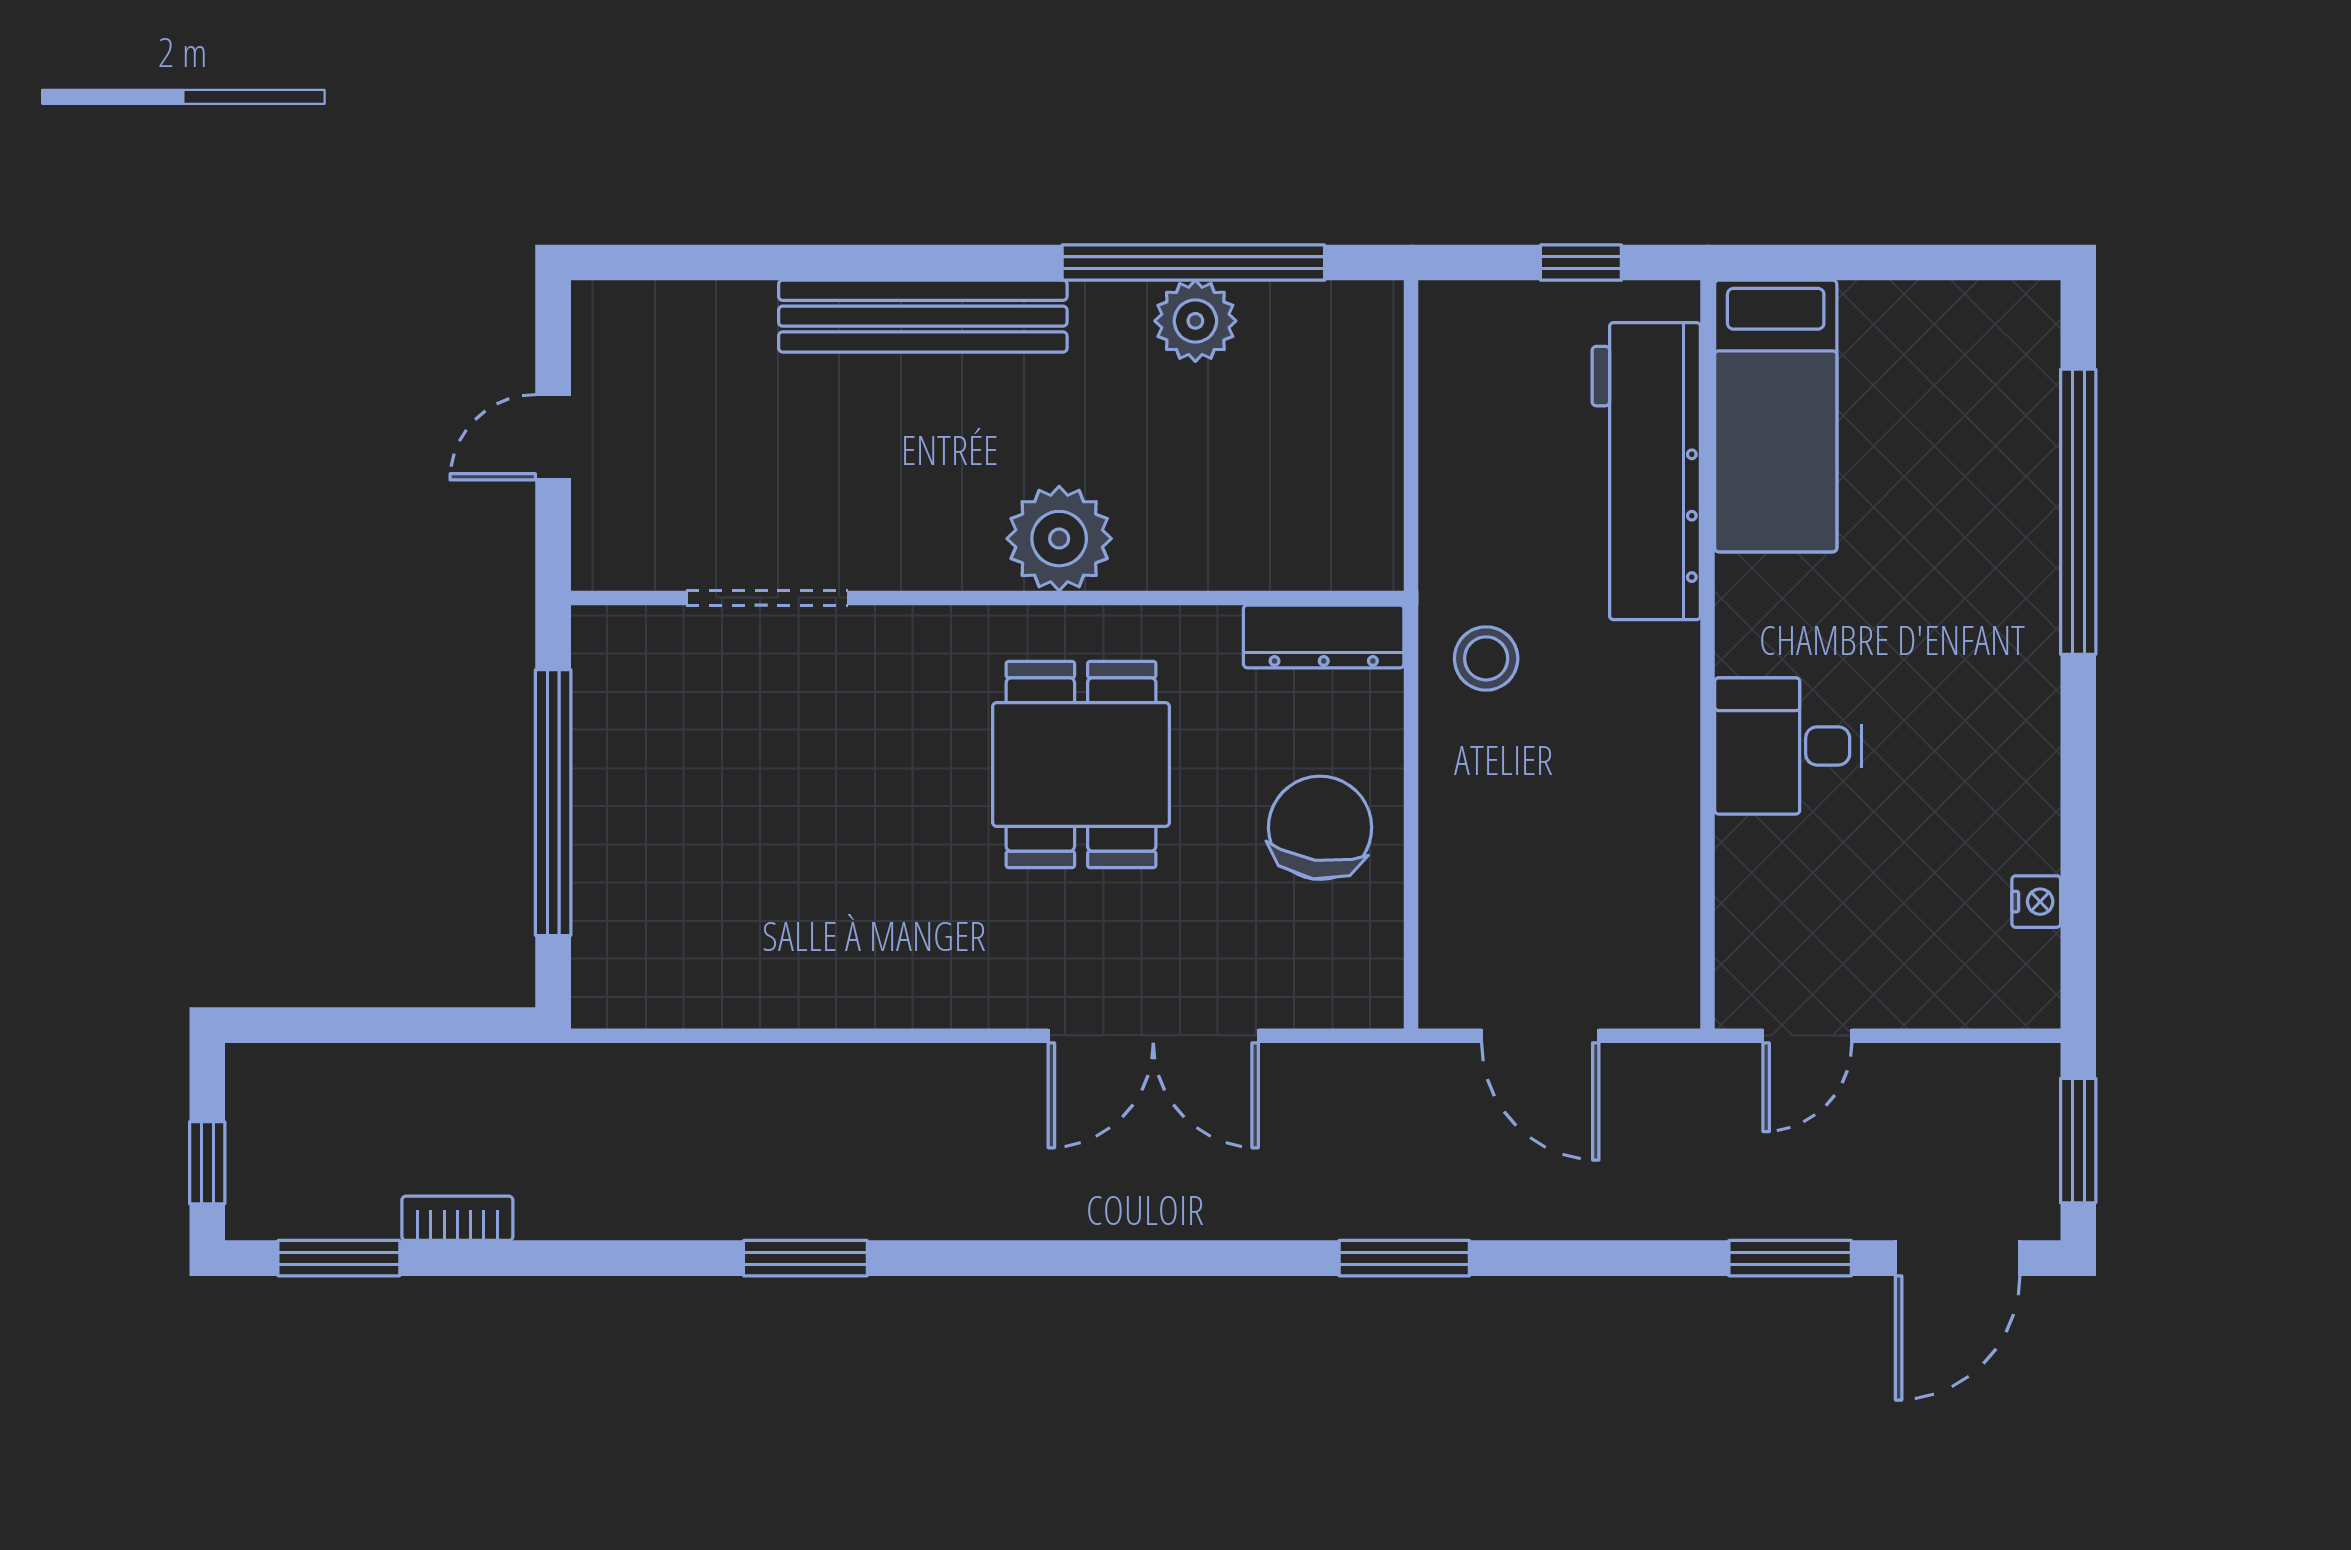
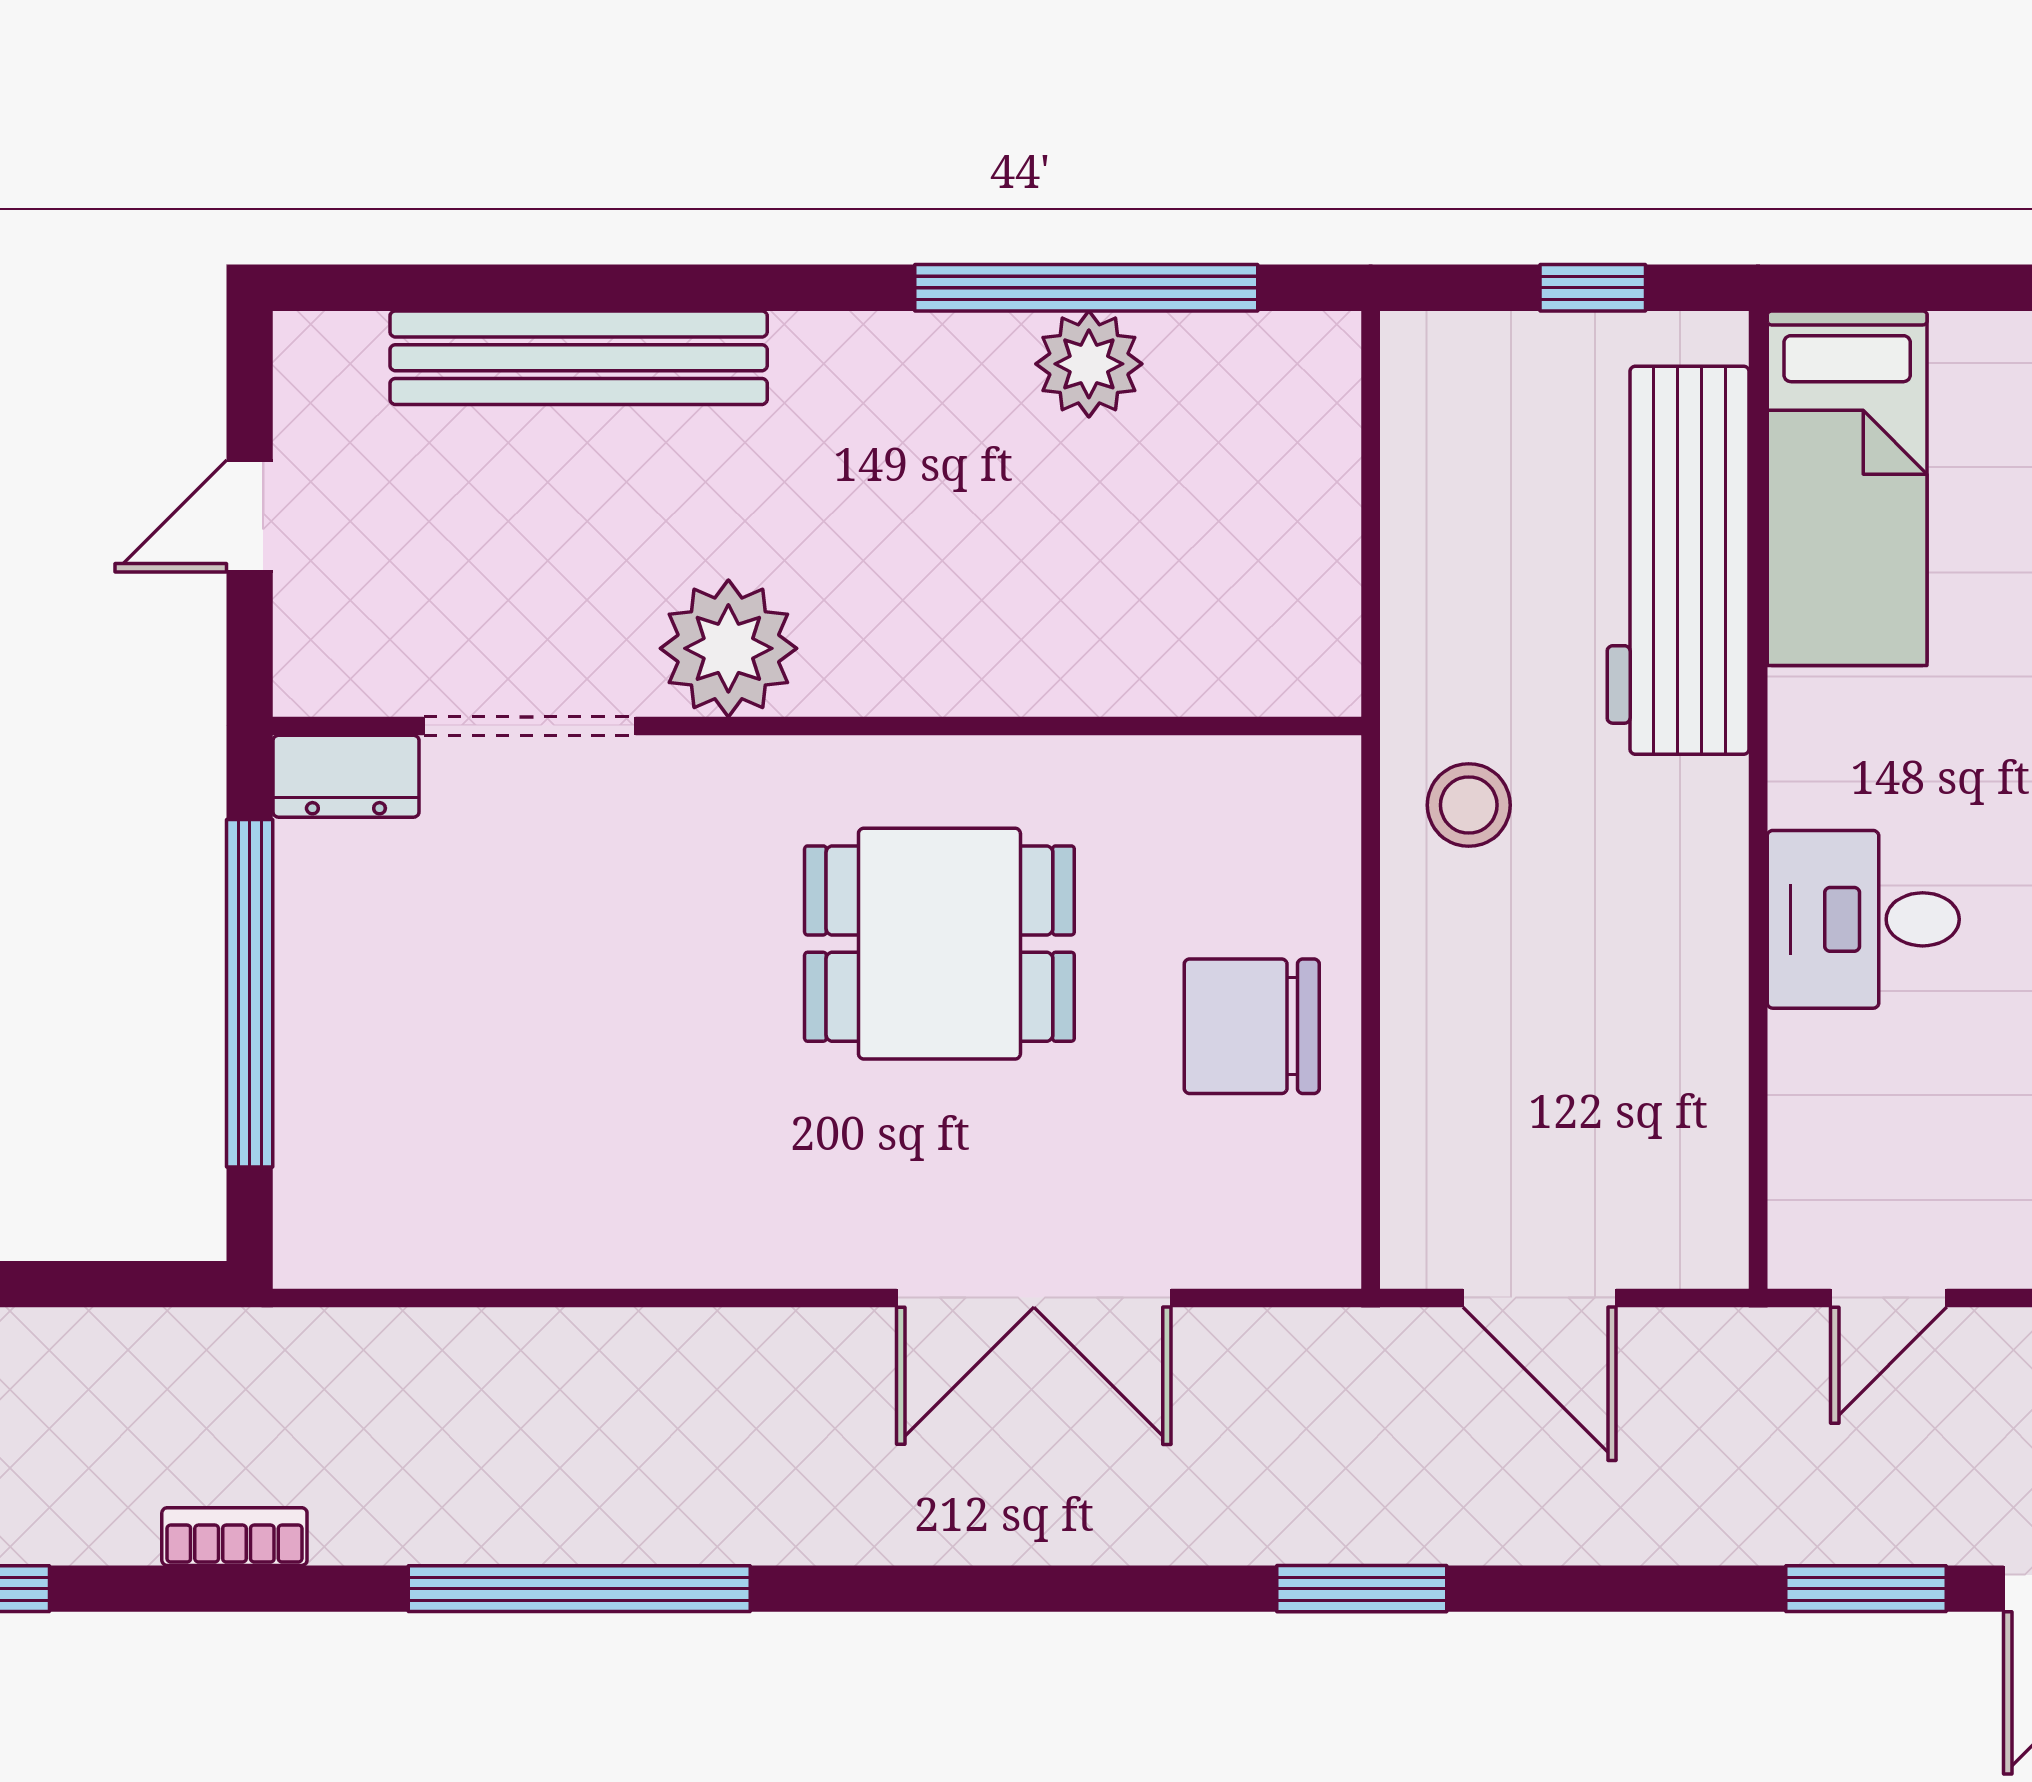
bench: (923, 316) -> (579, 358), moved
plant: (1059, 539) -> (728, 648), moved
dresser: (1324, 636) -> (346, 776), moved, width x0.70
dining table: (1081, 765) -> (939, 944), turned 90
chair: (1320, 828) -> (1252, 1026), turned -98
bookcase: (457, 1218) -> (234, 1537), moved
window: (805, 1258) -> (579, 1589), width x2.11

